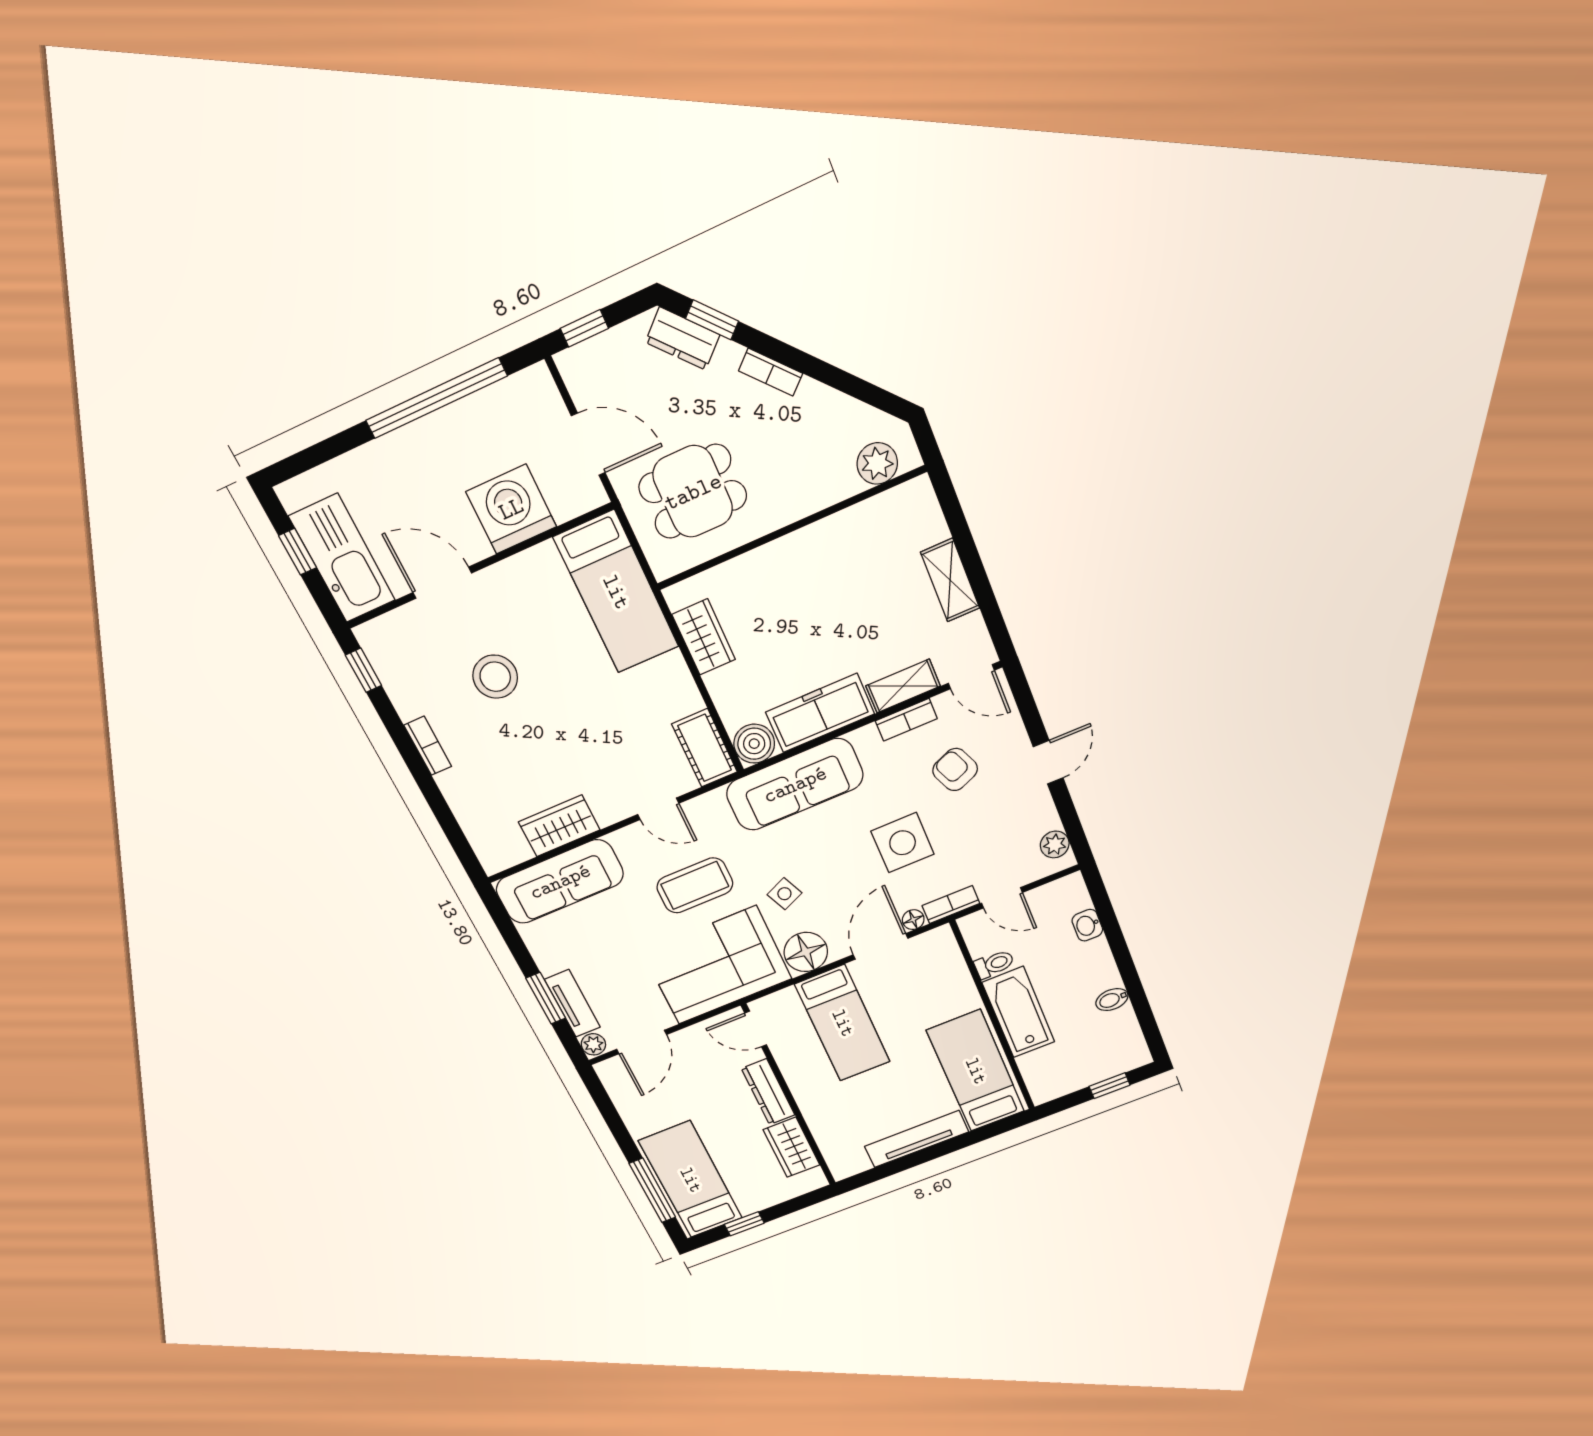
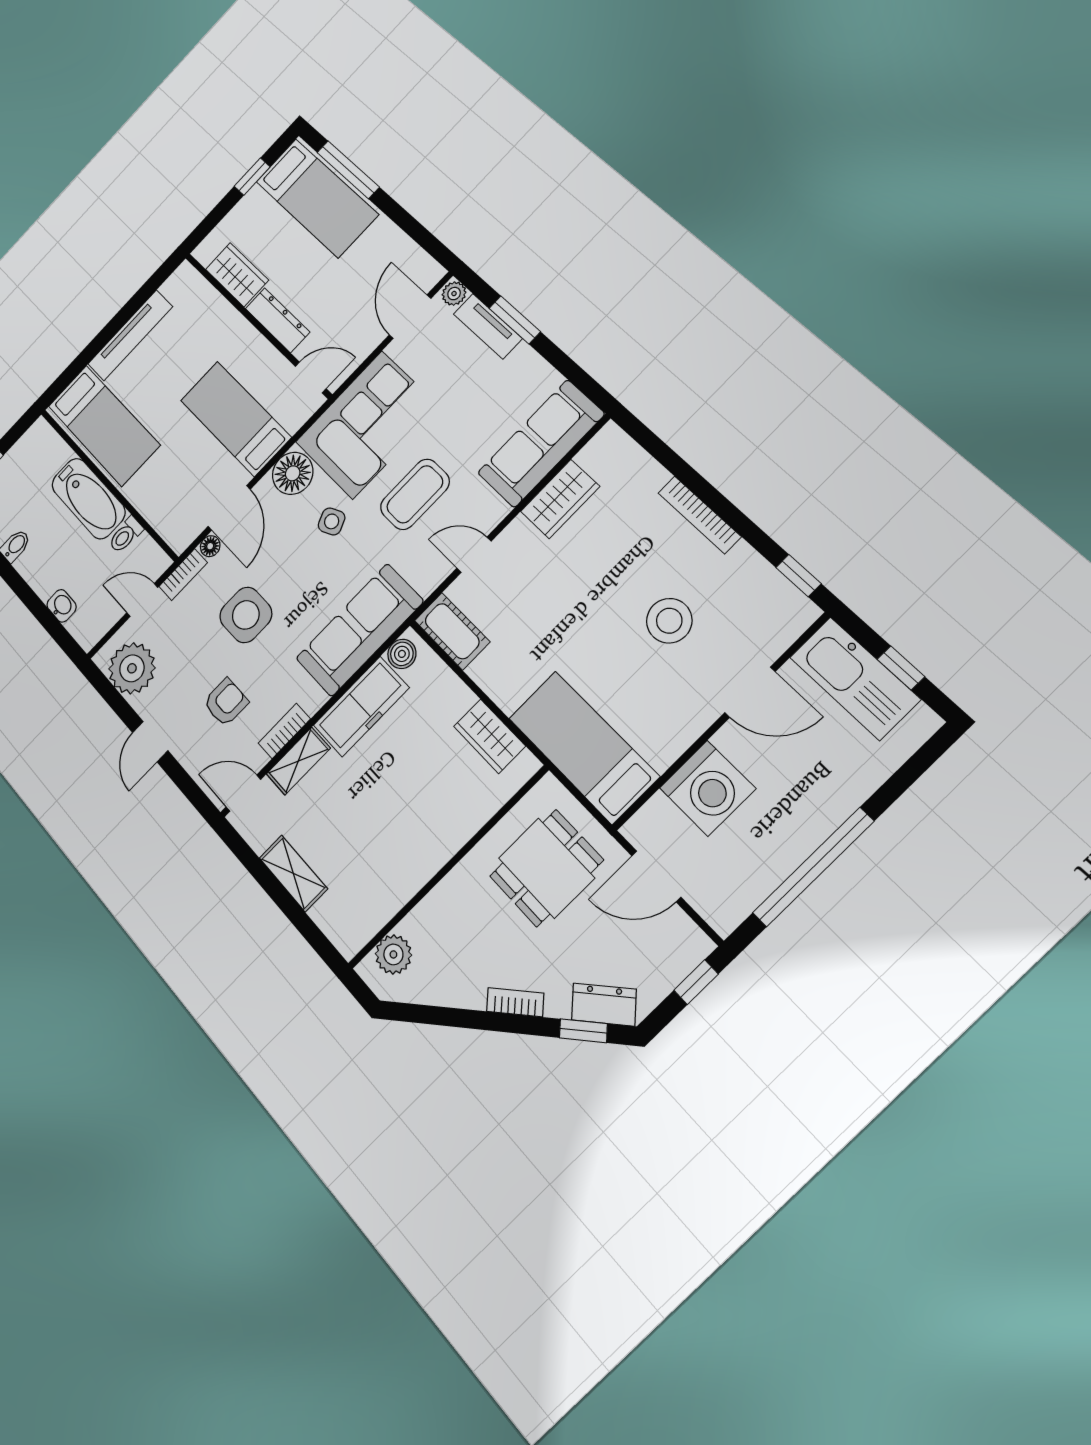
boiler: (754, 744) -> (402, 654), width x0.73, depth x0.73
bookcase: (428, 746) -> (699, 515), width x1.56
armchair: (955, 770) -> (226, 702), turned -67
plant: (1055, 844) -> (132, 668), width x1.88, depth x1.88

